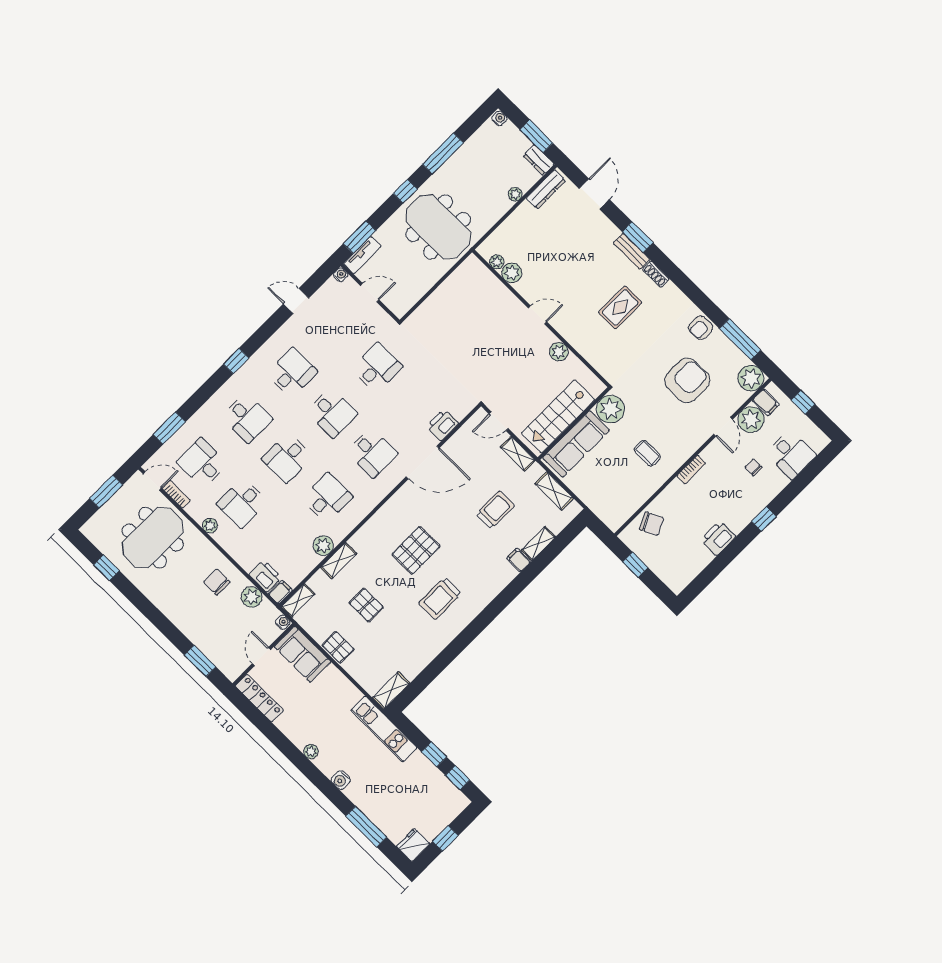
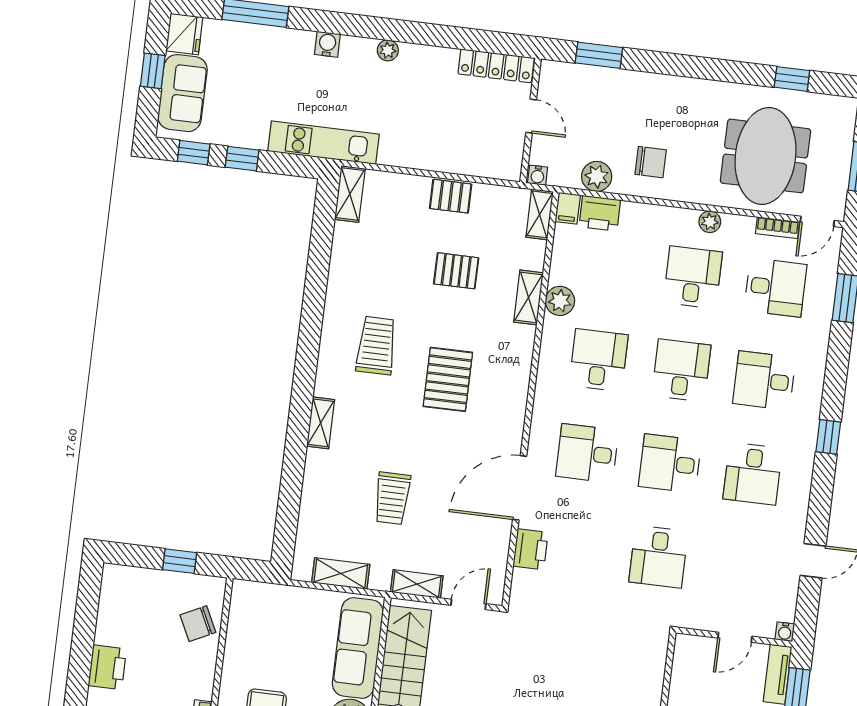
desk: (327, 498) -> (599, 360), turned 180
shelving: (539, 544) -> (321, 423), moved
filing cabinet: (519, 560) -> (320, 461), removed
sofa: (303, 654) -> (183, 93), moved, turned 90

